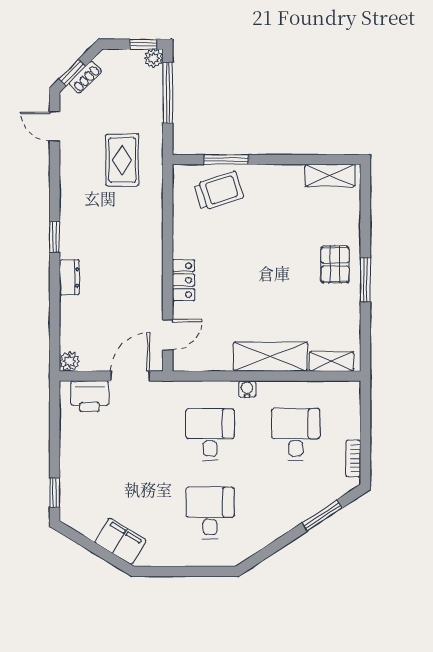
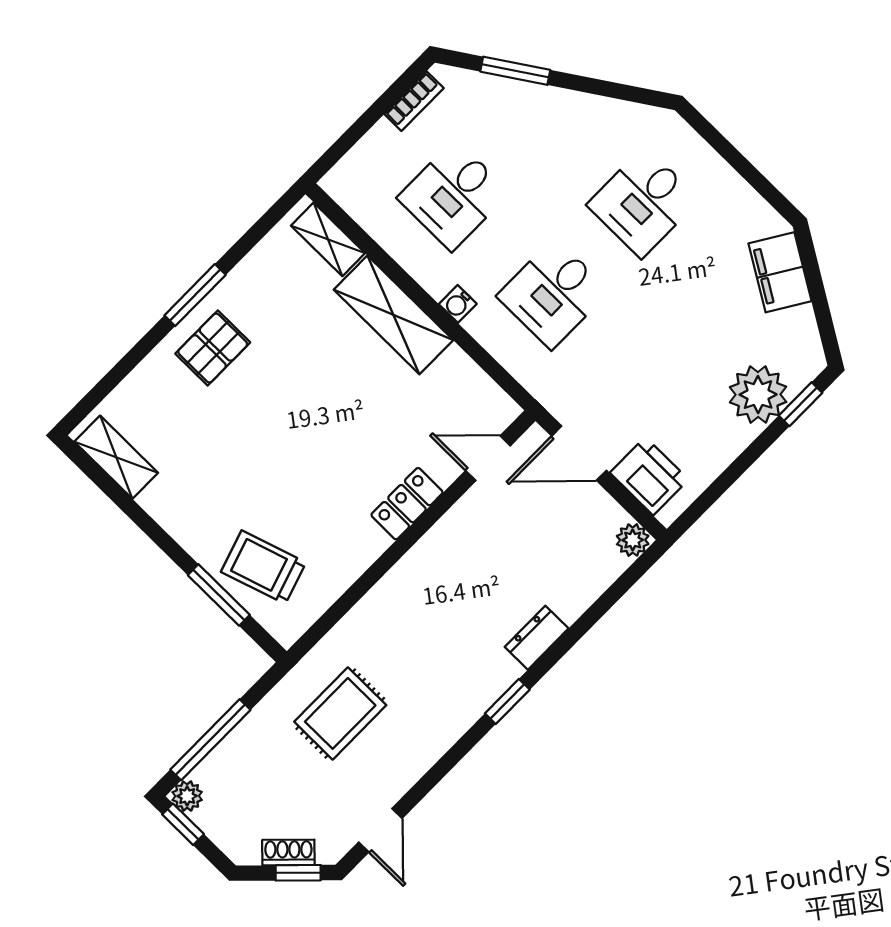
plant: (77, 479) -> (758, 395), added

